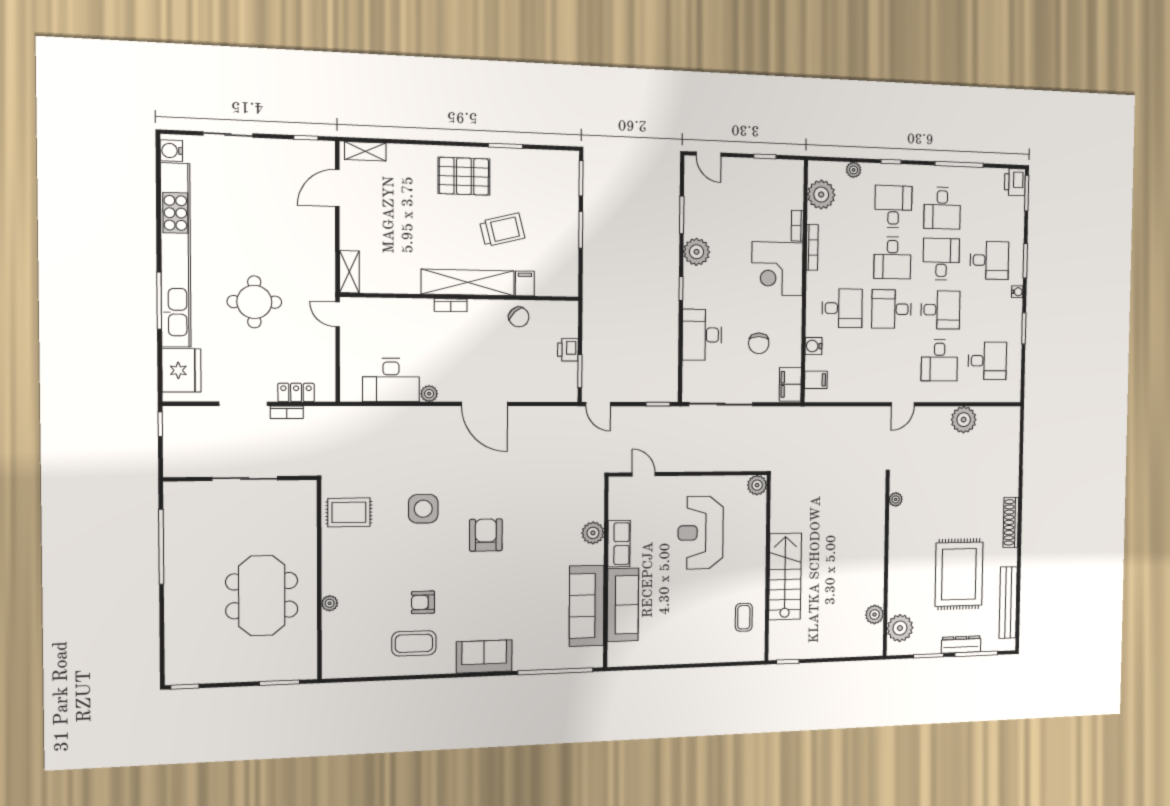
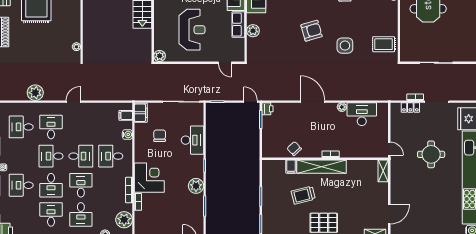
printer: (568, 350) -> (267, 109), moved
armchair: (486, 535) -> (312, 31), turned -106

